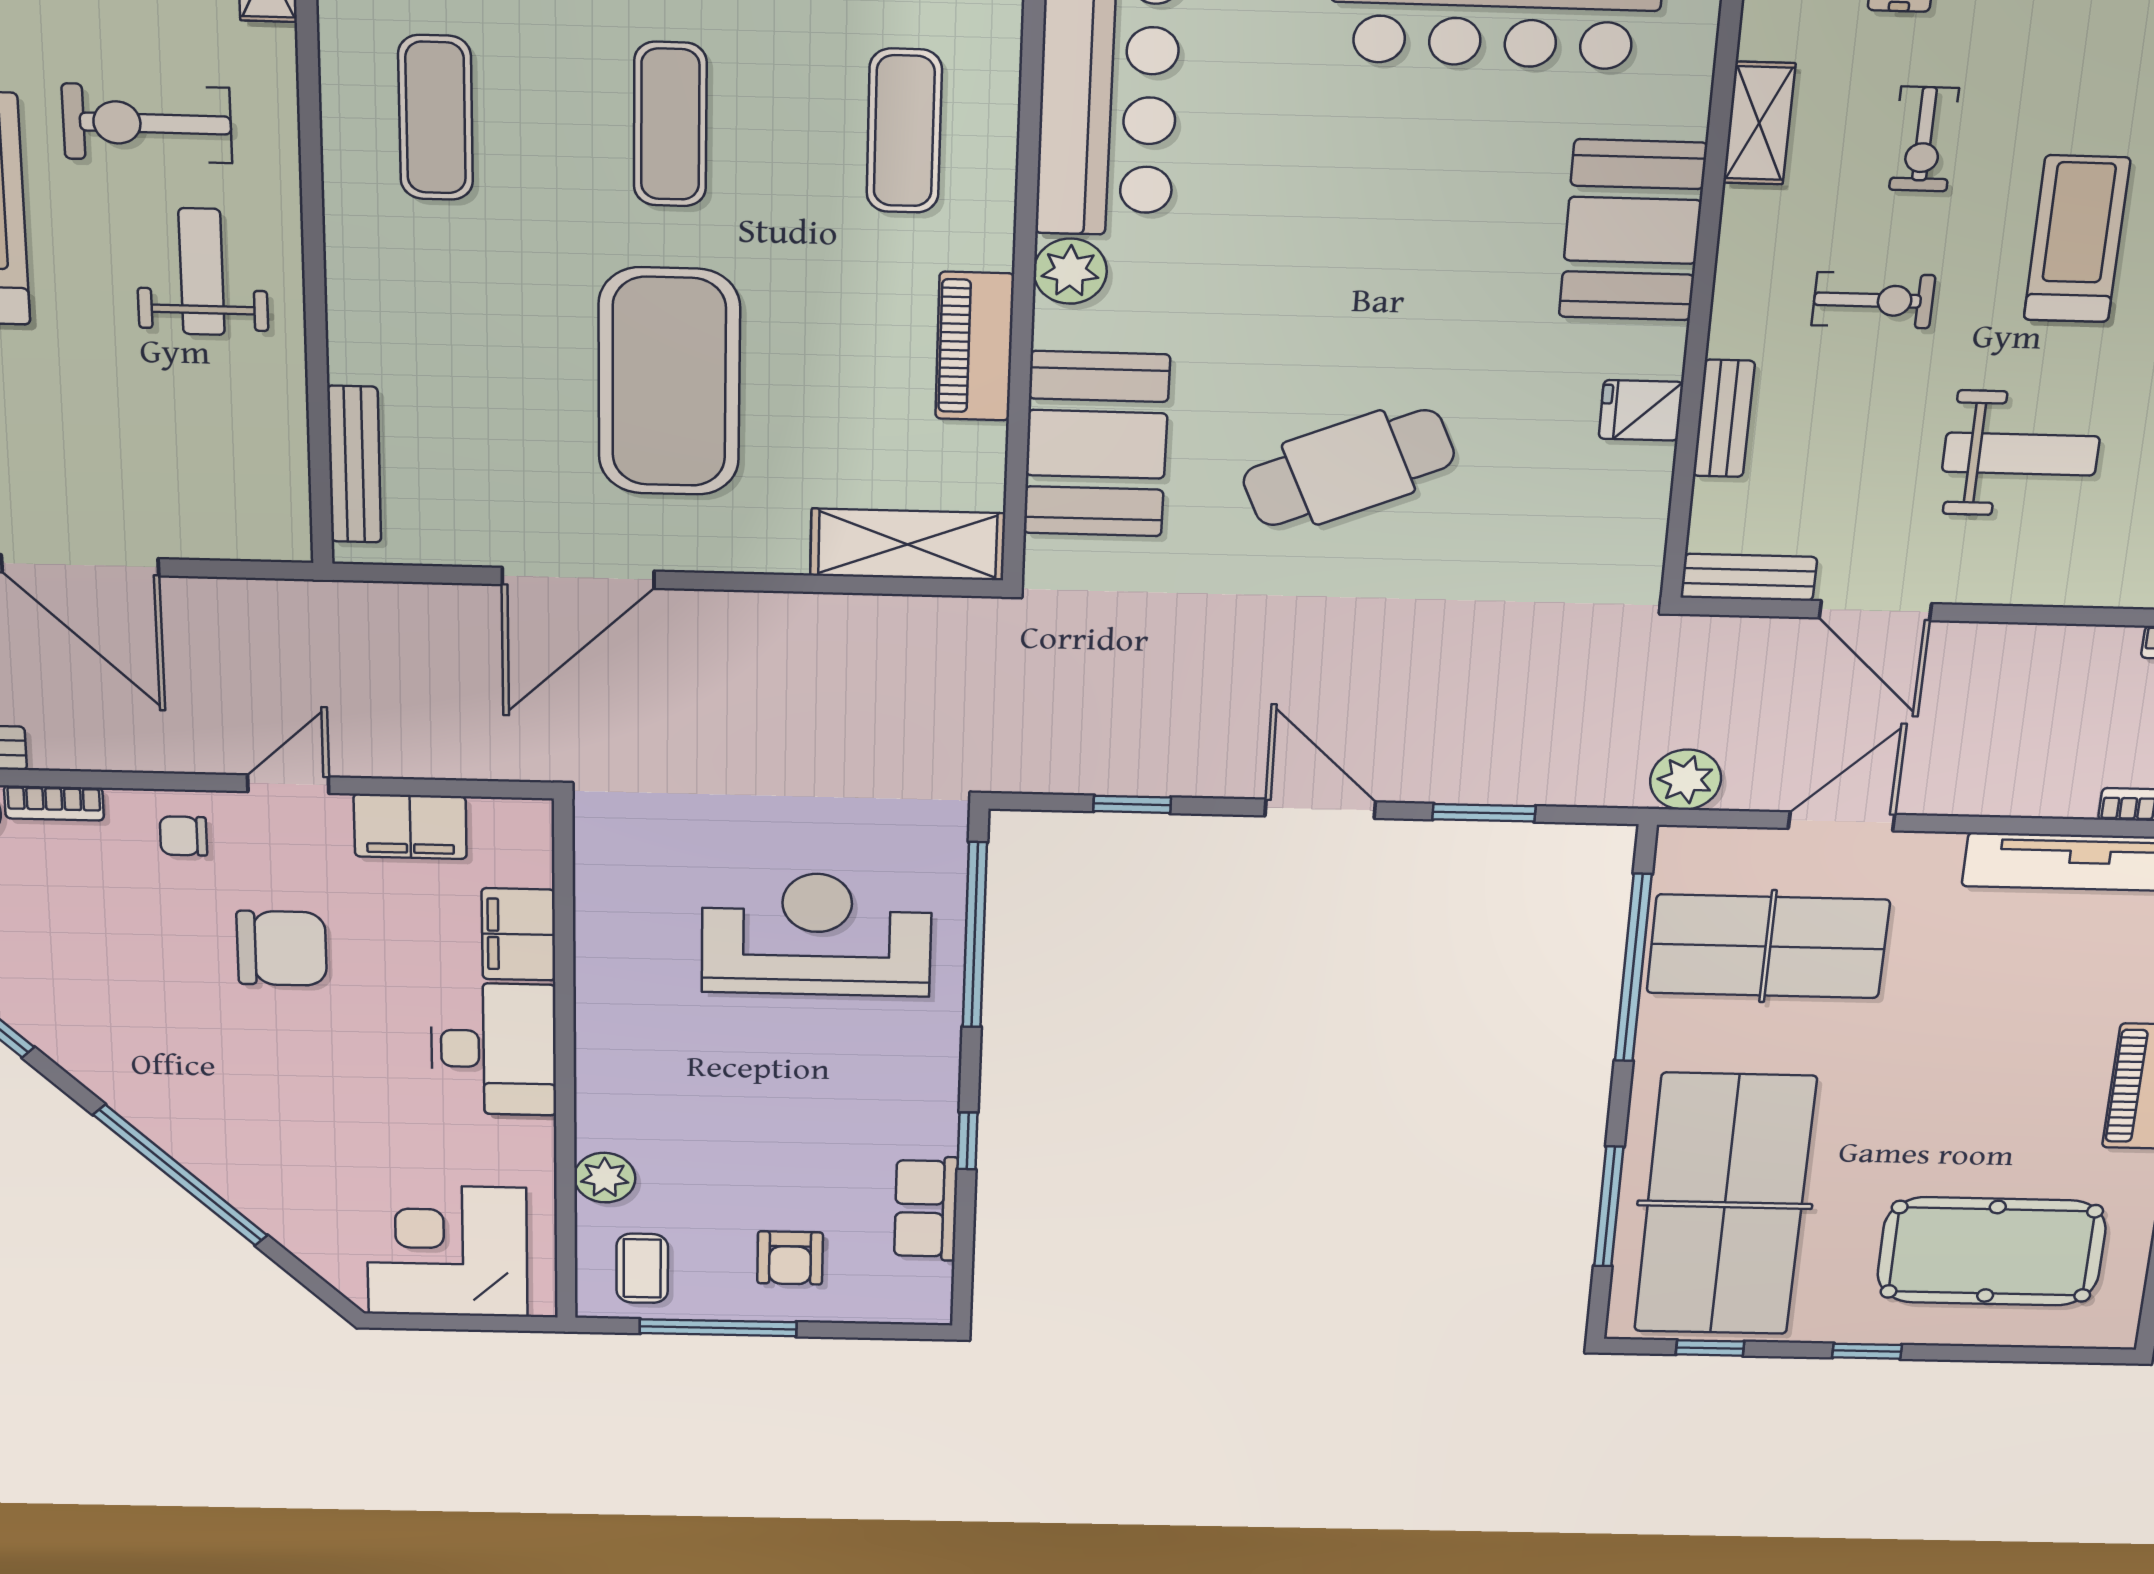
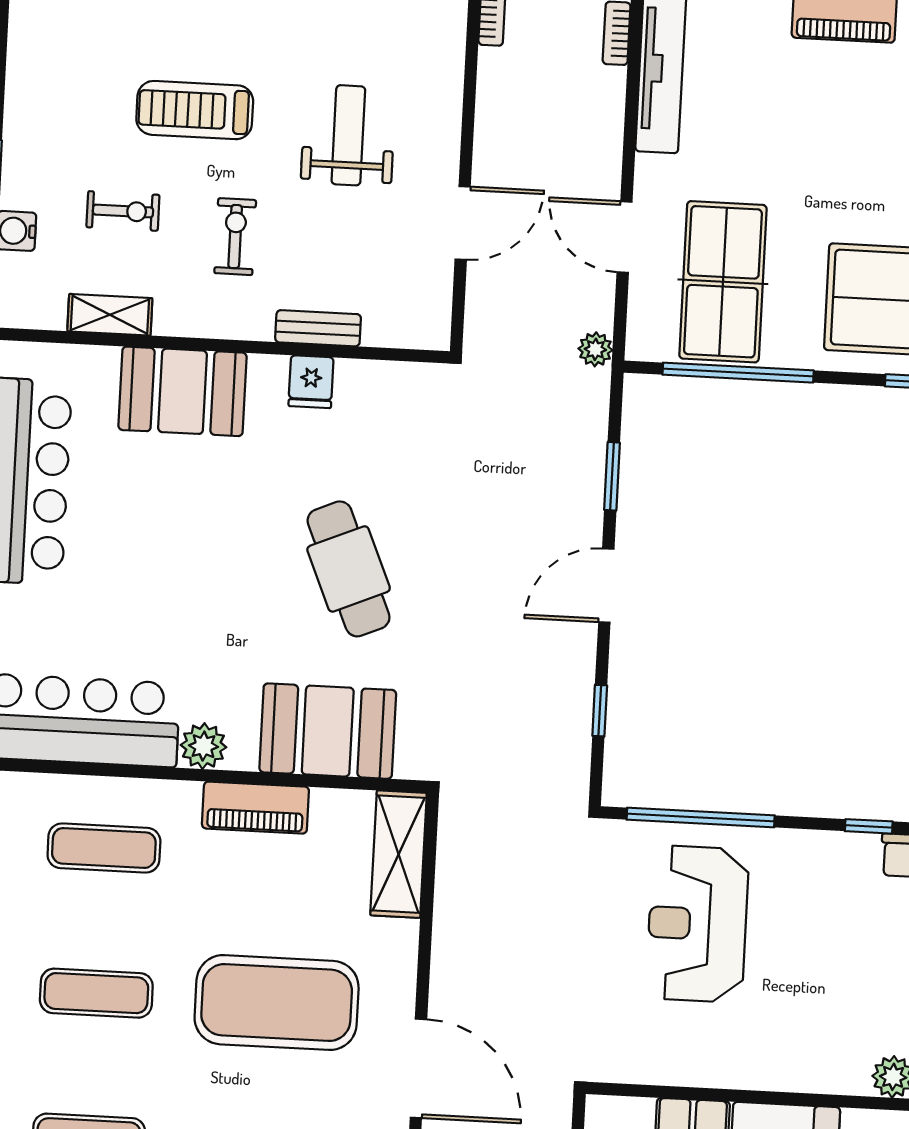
bench: (1749, 577) -> (436, 307), removed
plant: (1686, 780) -> (595, 349), width x0.73, depth x0.73

